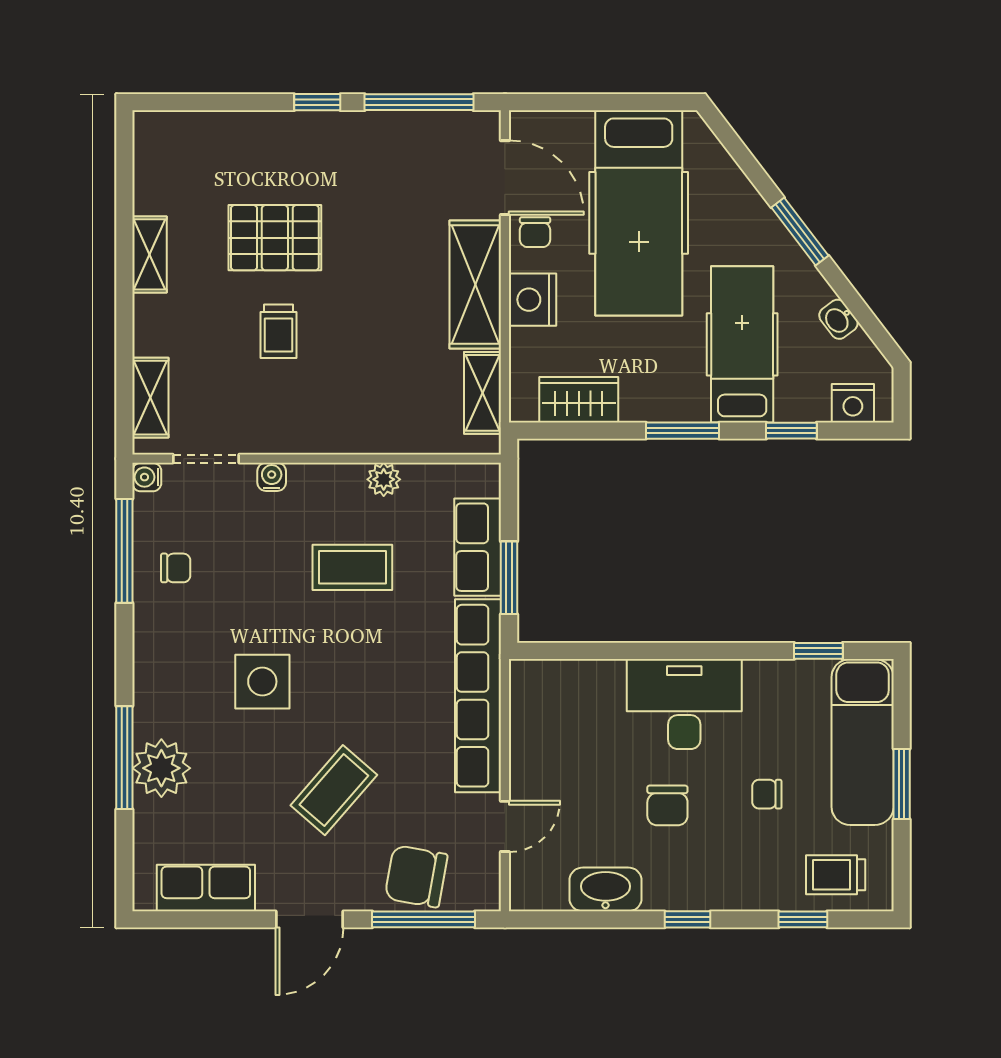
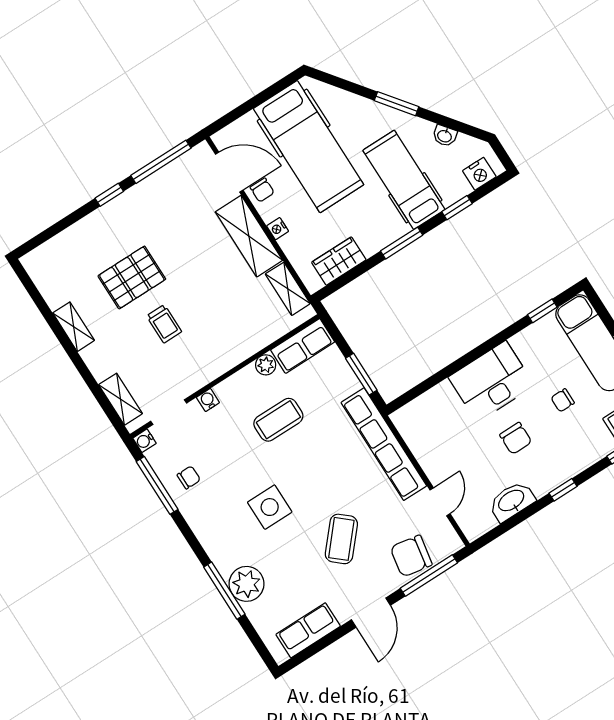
nightstand: (533, 300) -> (278, 229), width x0.53, depth x0.56
row of seats: (478, 547) -> (303, 346), moved, turned -90

